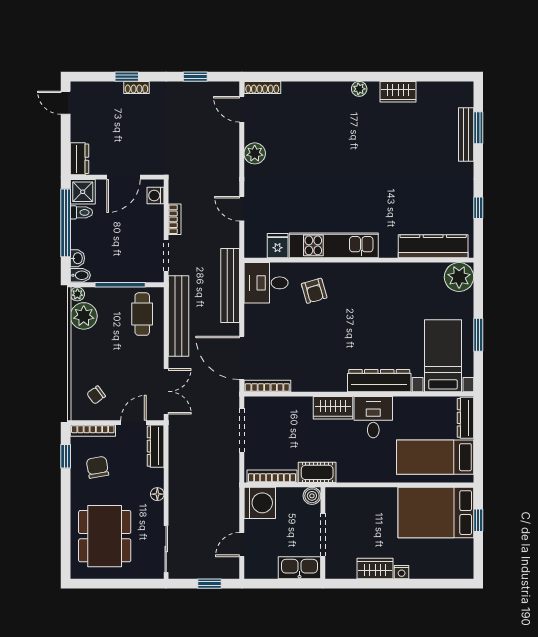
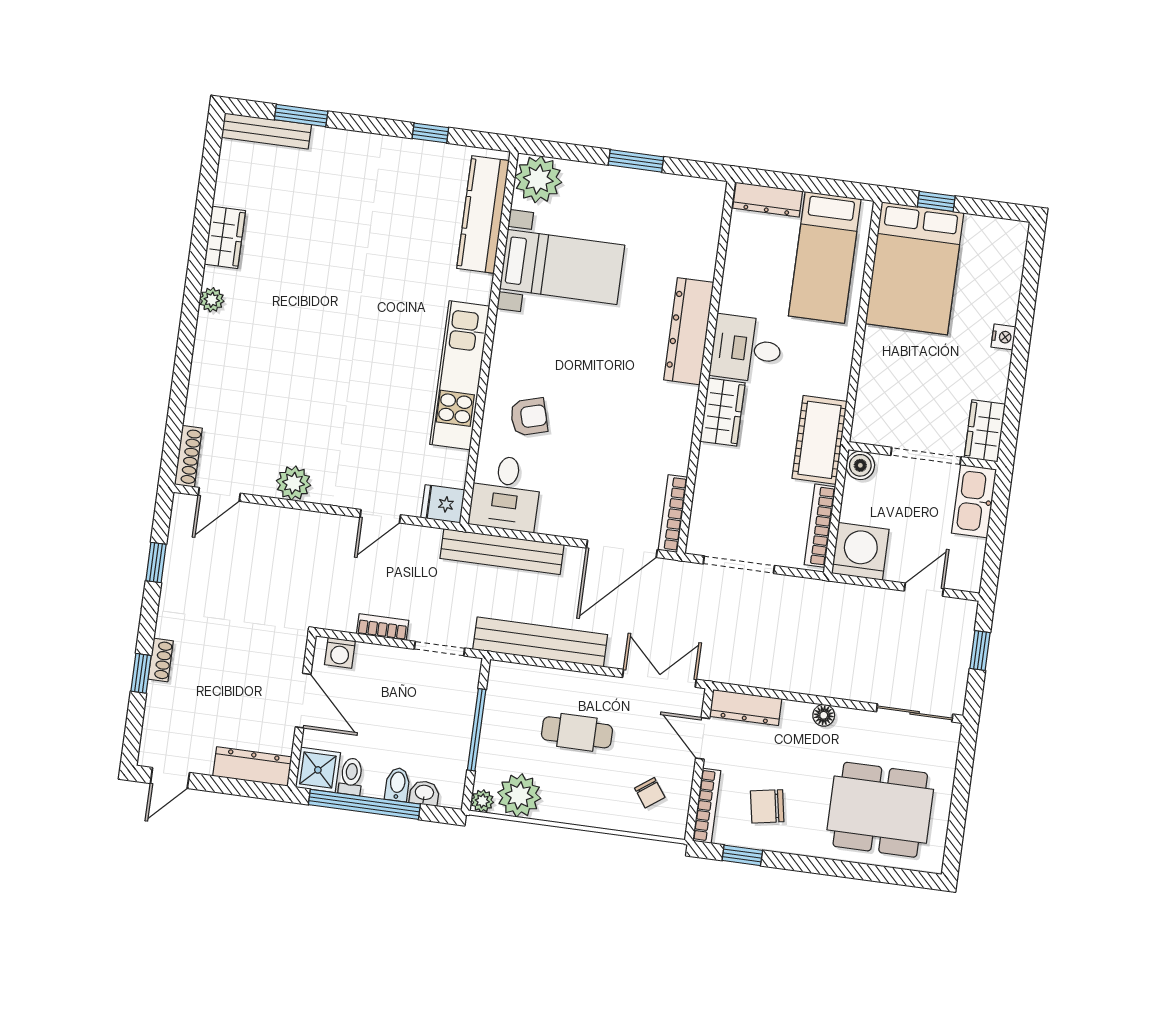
bench: (466, 134) -> (266, 131), moved
dresser: (79, 159) -> (252, 766), width x1.44
fridge: (278, 246) -> (443, 504), moved
bidet: (80, 275) -> (397, 784), moved
cafe table: (142, 314) -> (577, 732), moved
bed with nightstands: (443, 356) -> (562, 267), moved, turned 180
cot: (317, 472) -> (819, 440), width x1.37, depth x1.34
door: (242, 545) -> (924, 590), swing flipped
wardrobe: (375, 568) -> (985, 431), moved

